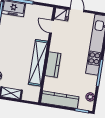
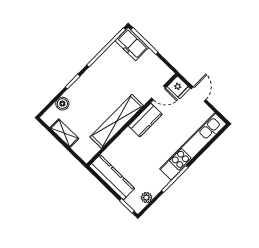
door: (51, 27) -> (158, 93), swing flipped
kitchen counter: (53, 65) -> (145, 120), moved

